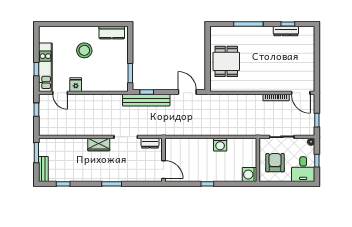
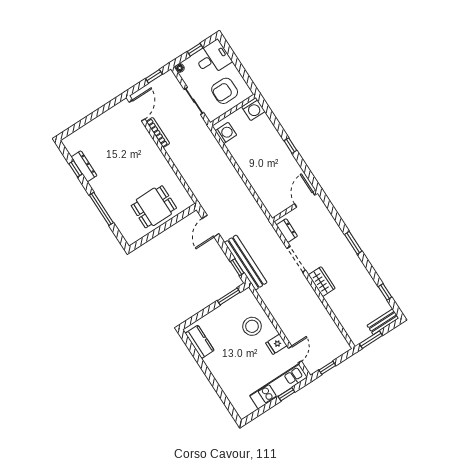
stool: (84, 50) -> (252, 326), moved
washing machine: (220, 145) -> (226, 133), moved

